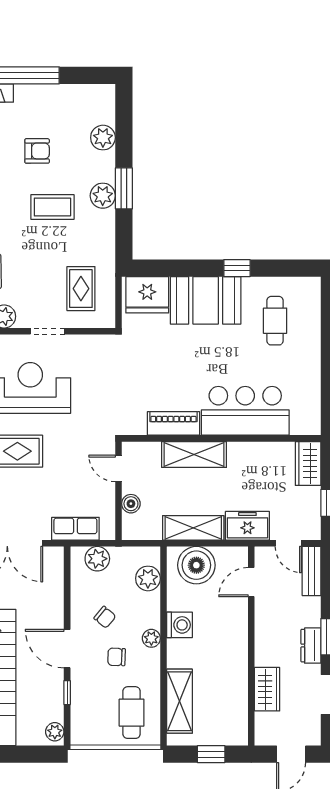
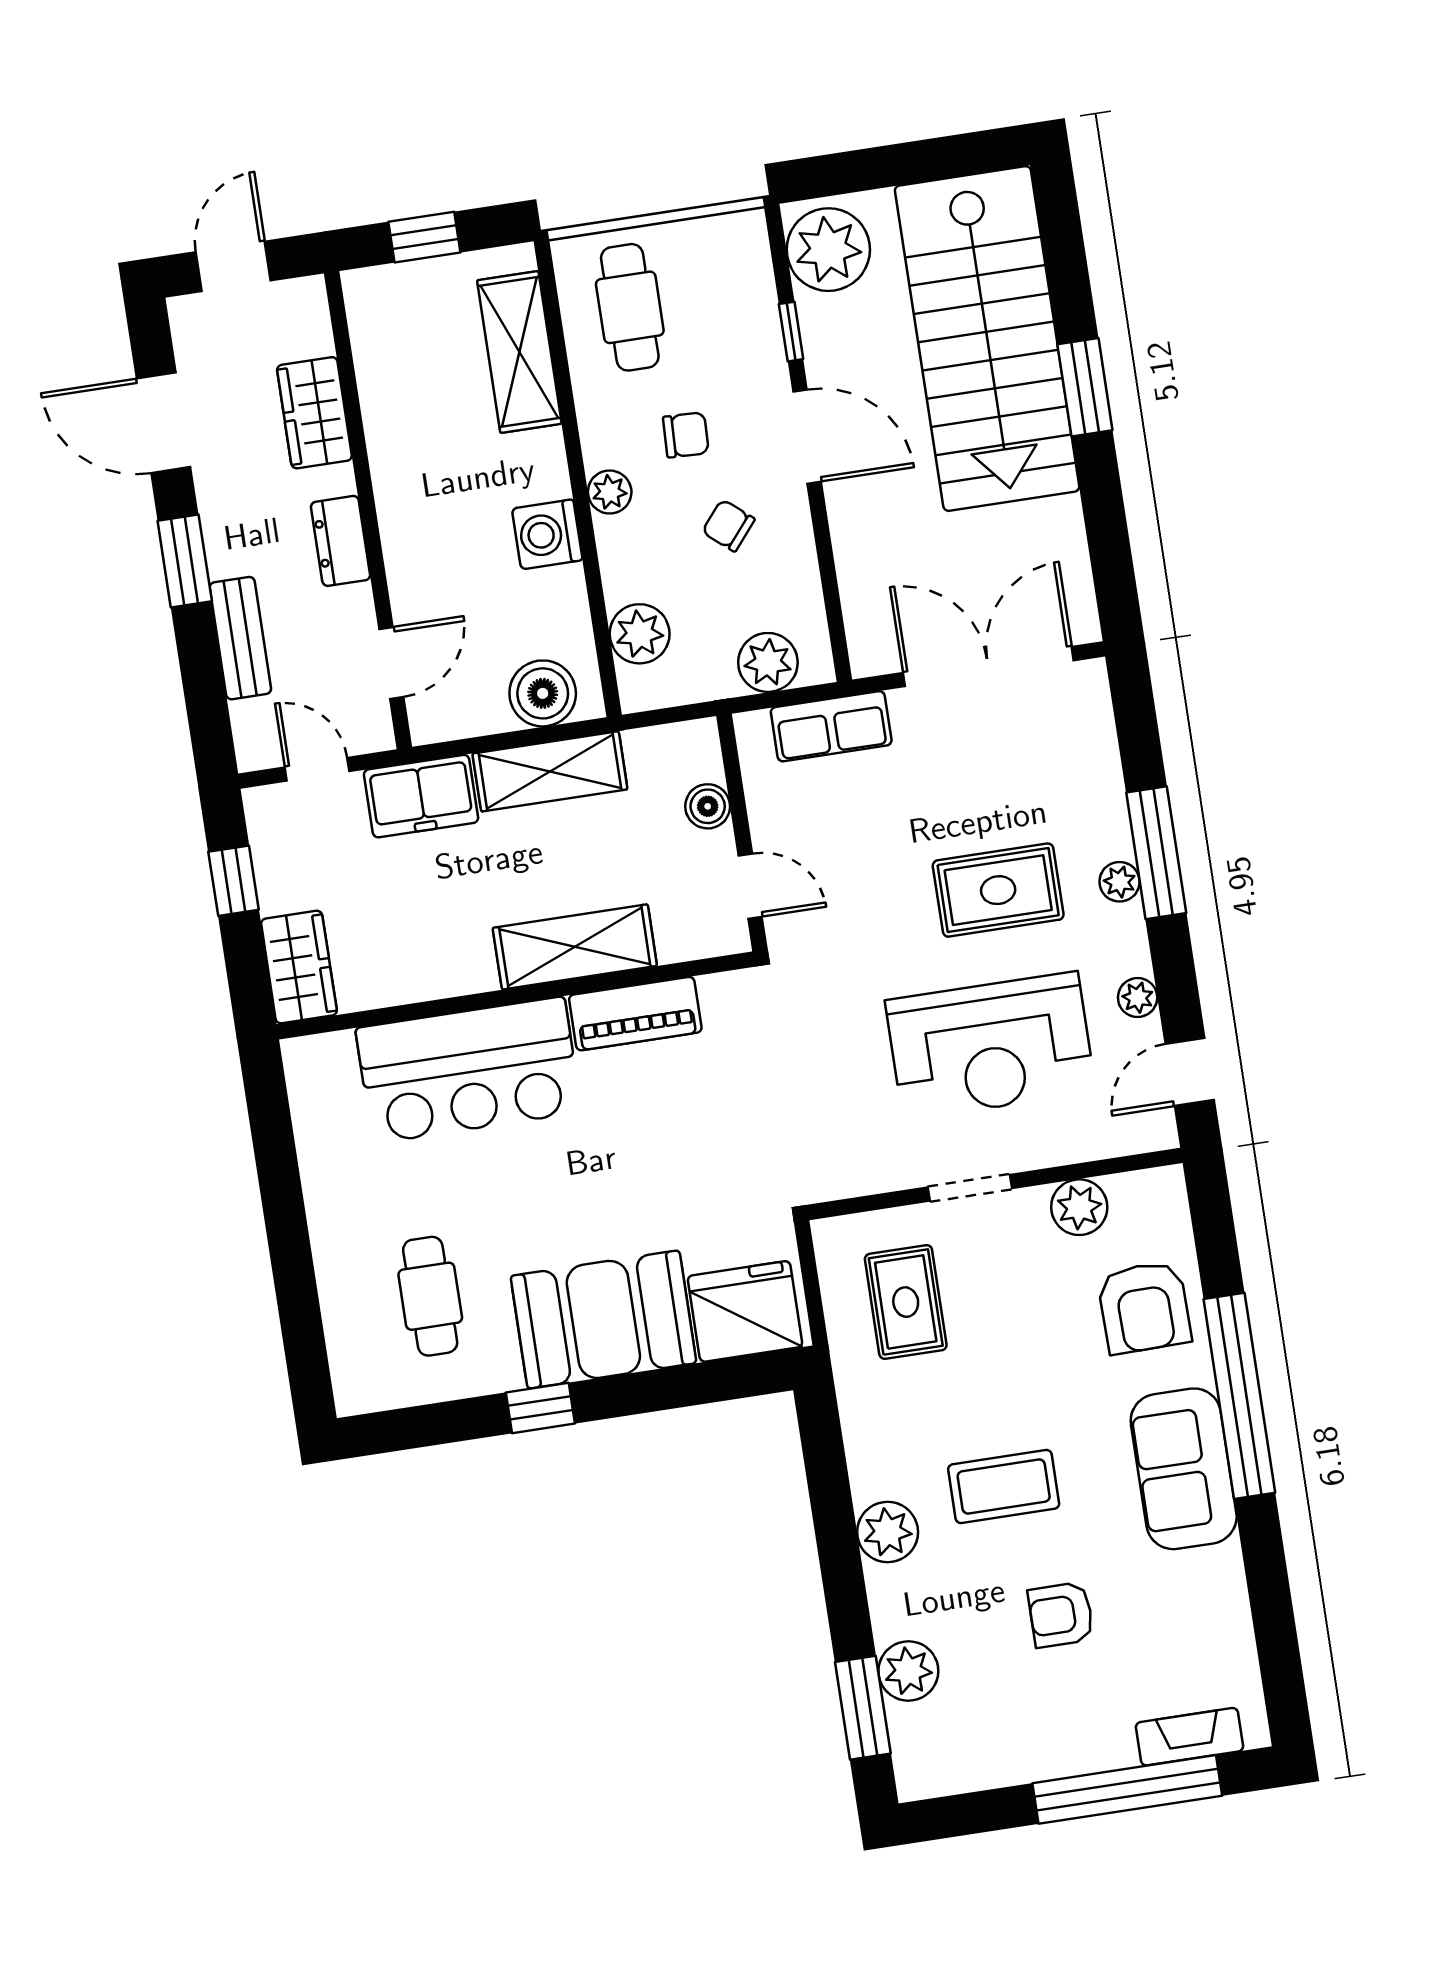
window: (124, 188) -> (863, 1708), moved
boiler: (196, 565) -> (543, 693), width x0.73, depth x0.73
bench: (311, 571) -> (240, 638), moved
dresser: (311, 646) -> (341, 541), moved, turned 180
plant: (55, 732) -> (828, 250), width x1.87, depth x1.87

